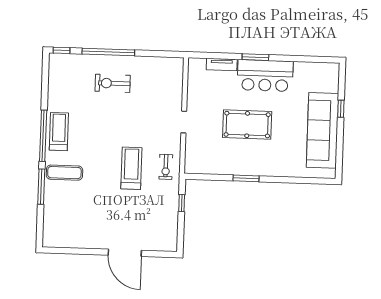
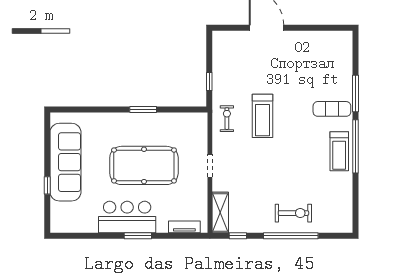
window: (62, 50) -> (238, 236), moved
tv unit: (222, 65) -> (184, 227), moved
shelving: (175, 77) -> (220, 213), added
exercise bike: (113, 83) -> (293, 213), moved
pool table: (247, 125) -> (144, 165), width x1.36, depth x1.32

